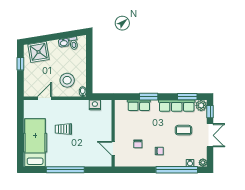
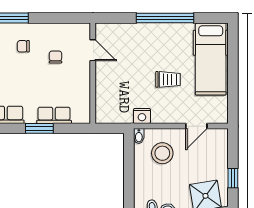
nightstand: (95, 105) -> (142, 116), moved

